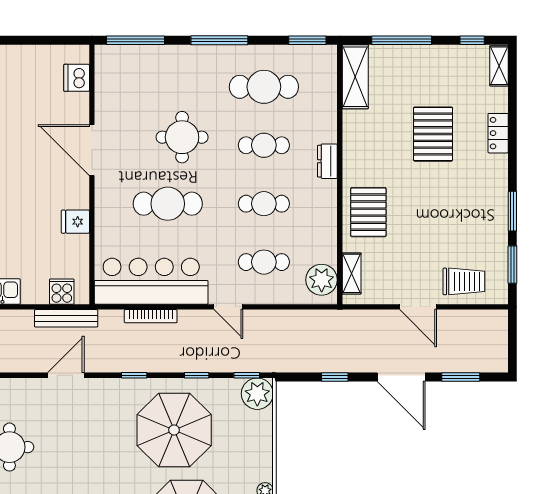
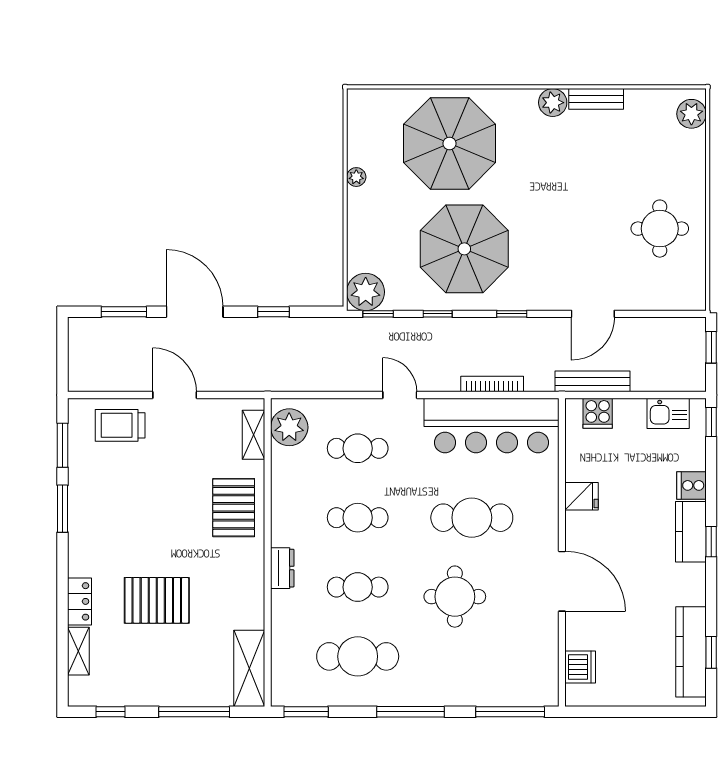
shelving: (499, 66) -> (78, 651), moved
pallet: (433, 134) -> (157, 600), turned 90

